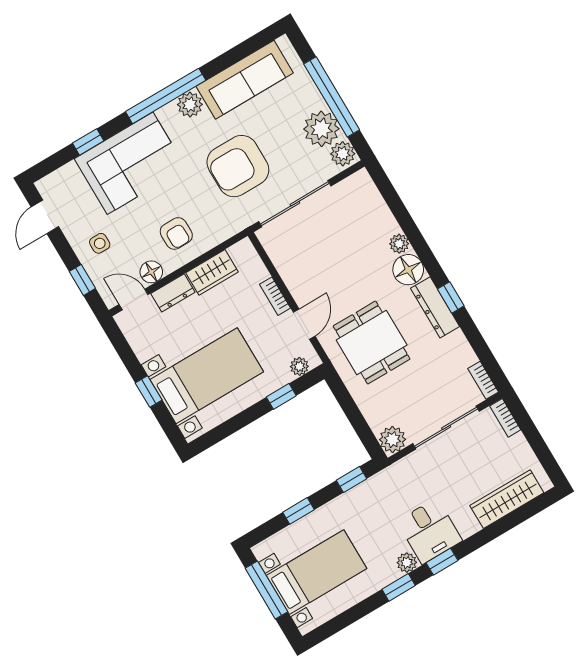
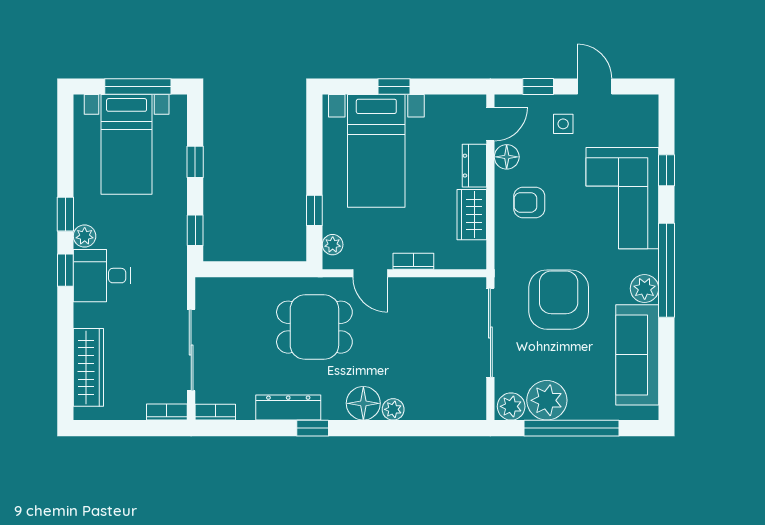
door: (45, 217) -> (595, 87), moved
dresser: (435, 307) -> (288, 408), moved
plant: (392, 440) -> (210, 292), removed

